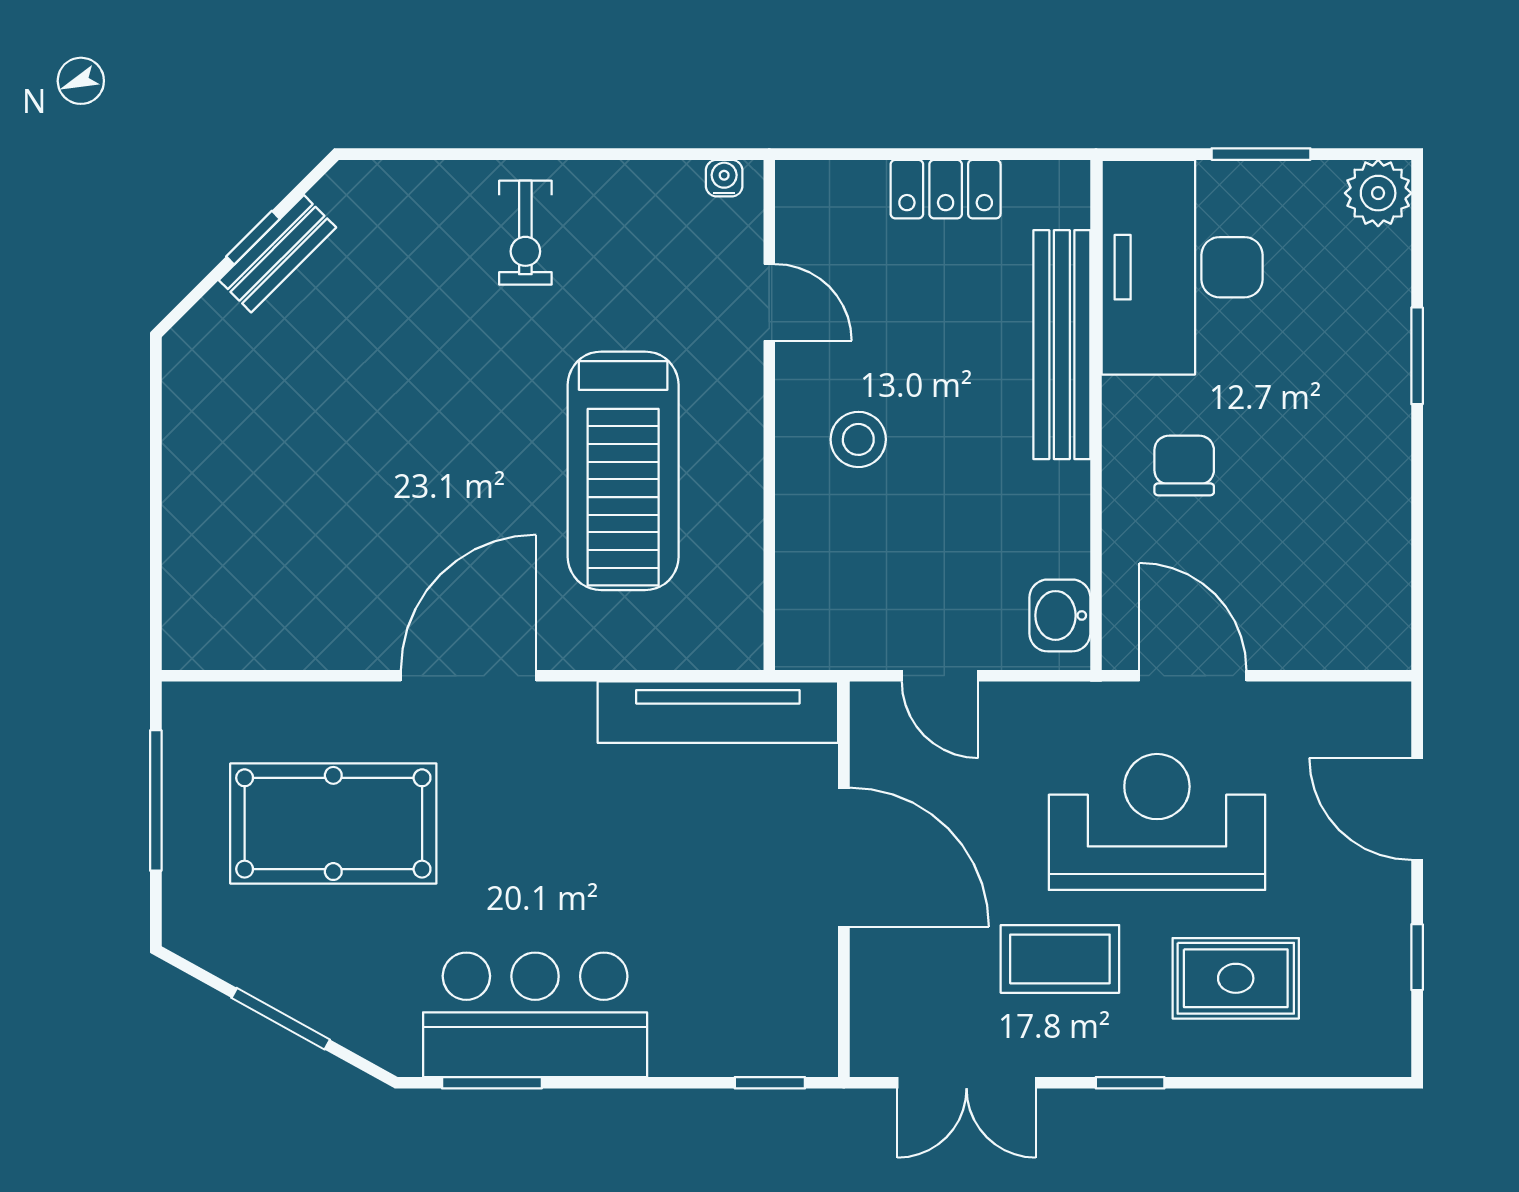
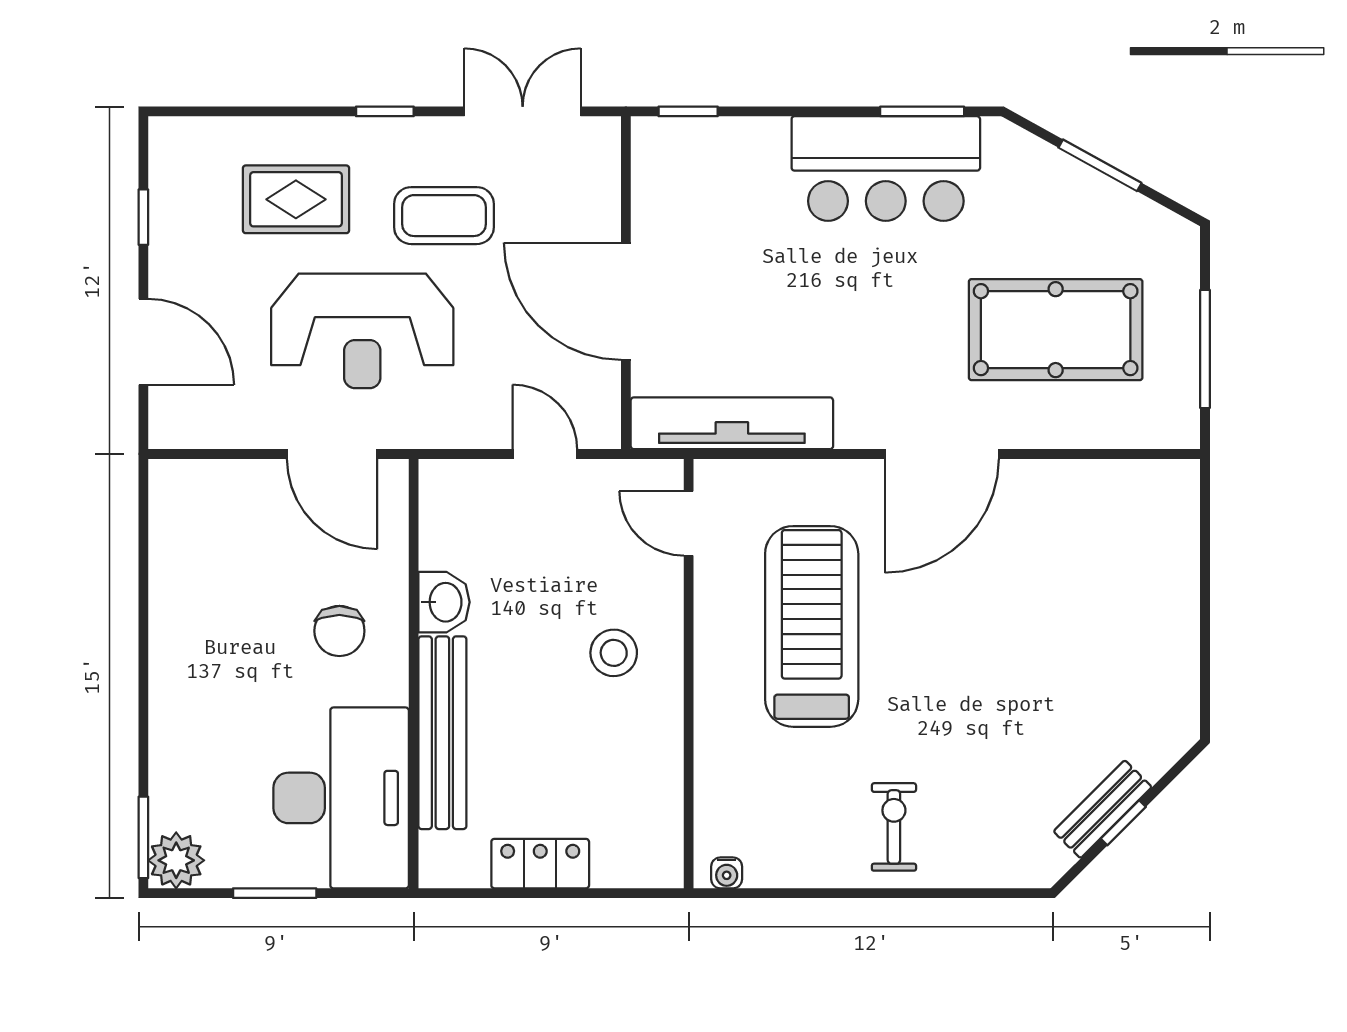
door: (769, 302) -> (689, 523), moved
window: (1417, 356) -> (143, 837), moved
washbasin: (1060, 615) -> (444, 602), moved

